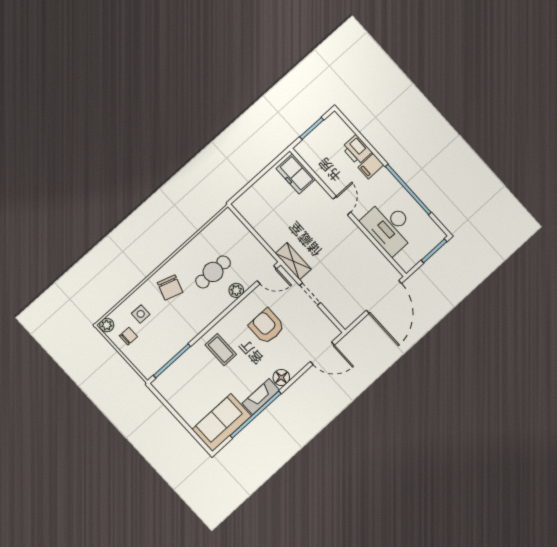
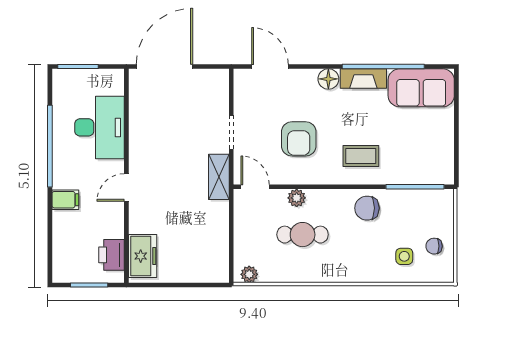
printer: (357, 150) -> (111, 255), moved, turned 180
chair: (170, 287) -> (367, 208), moved, turned -108
plant: (107, 325) -> (249, 274), moved
coffee table: (221, 350) -> (361, 156), turned 90

